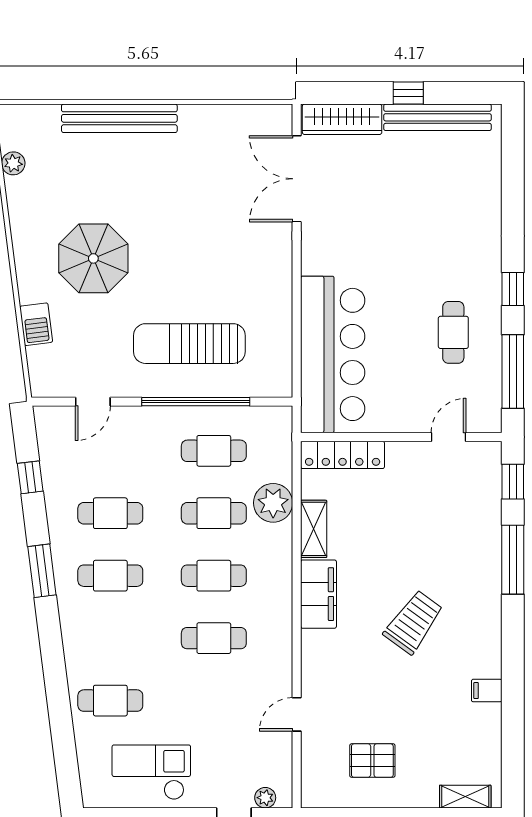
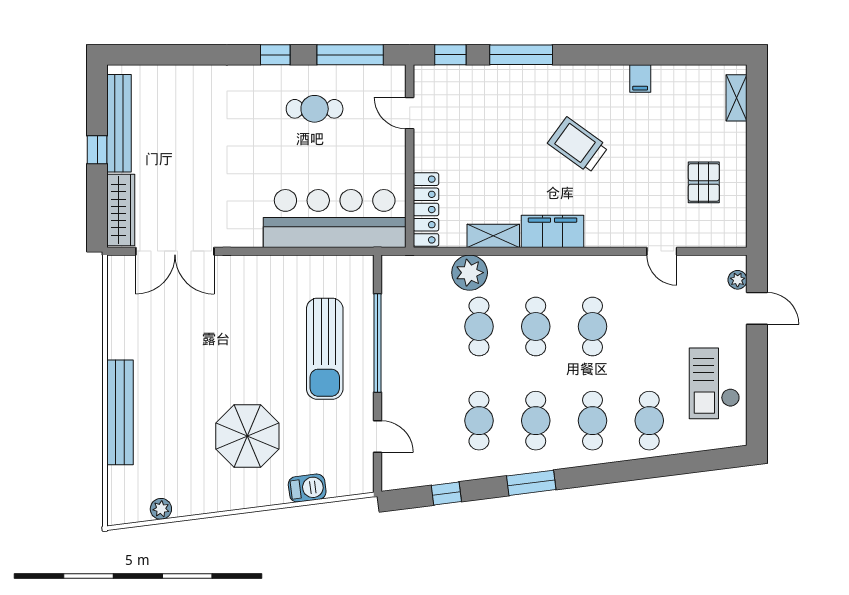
cafe table: (214, 451) -> (592, 421), moved

